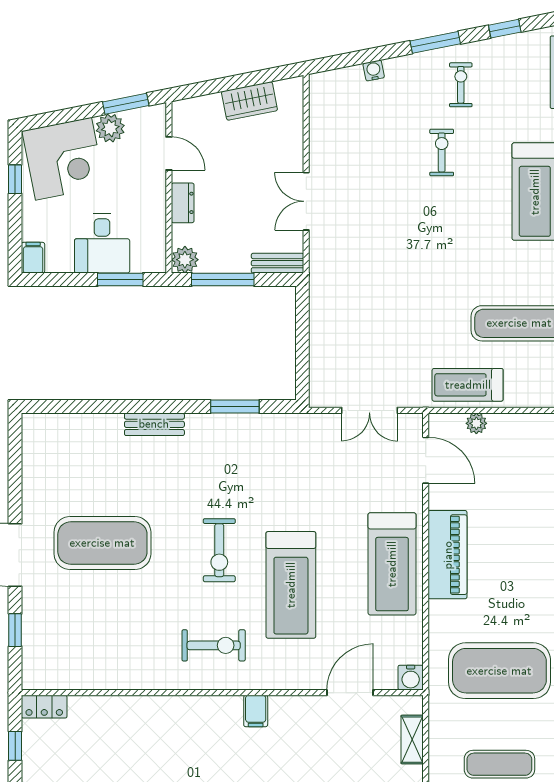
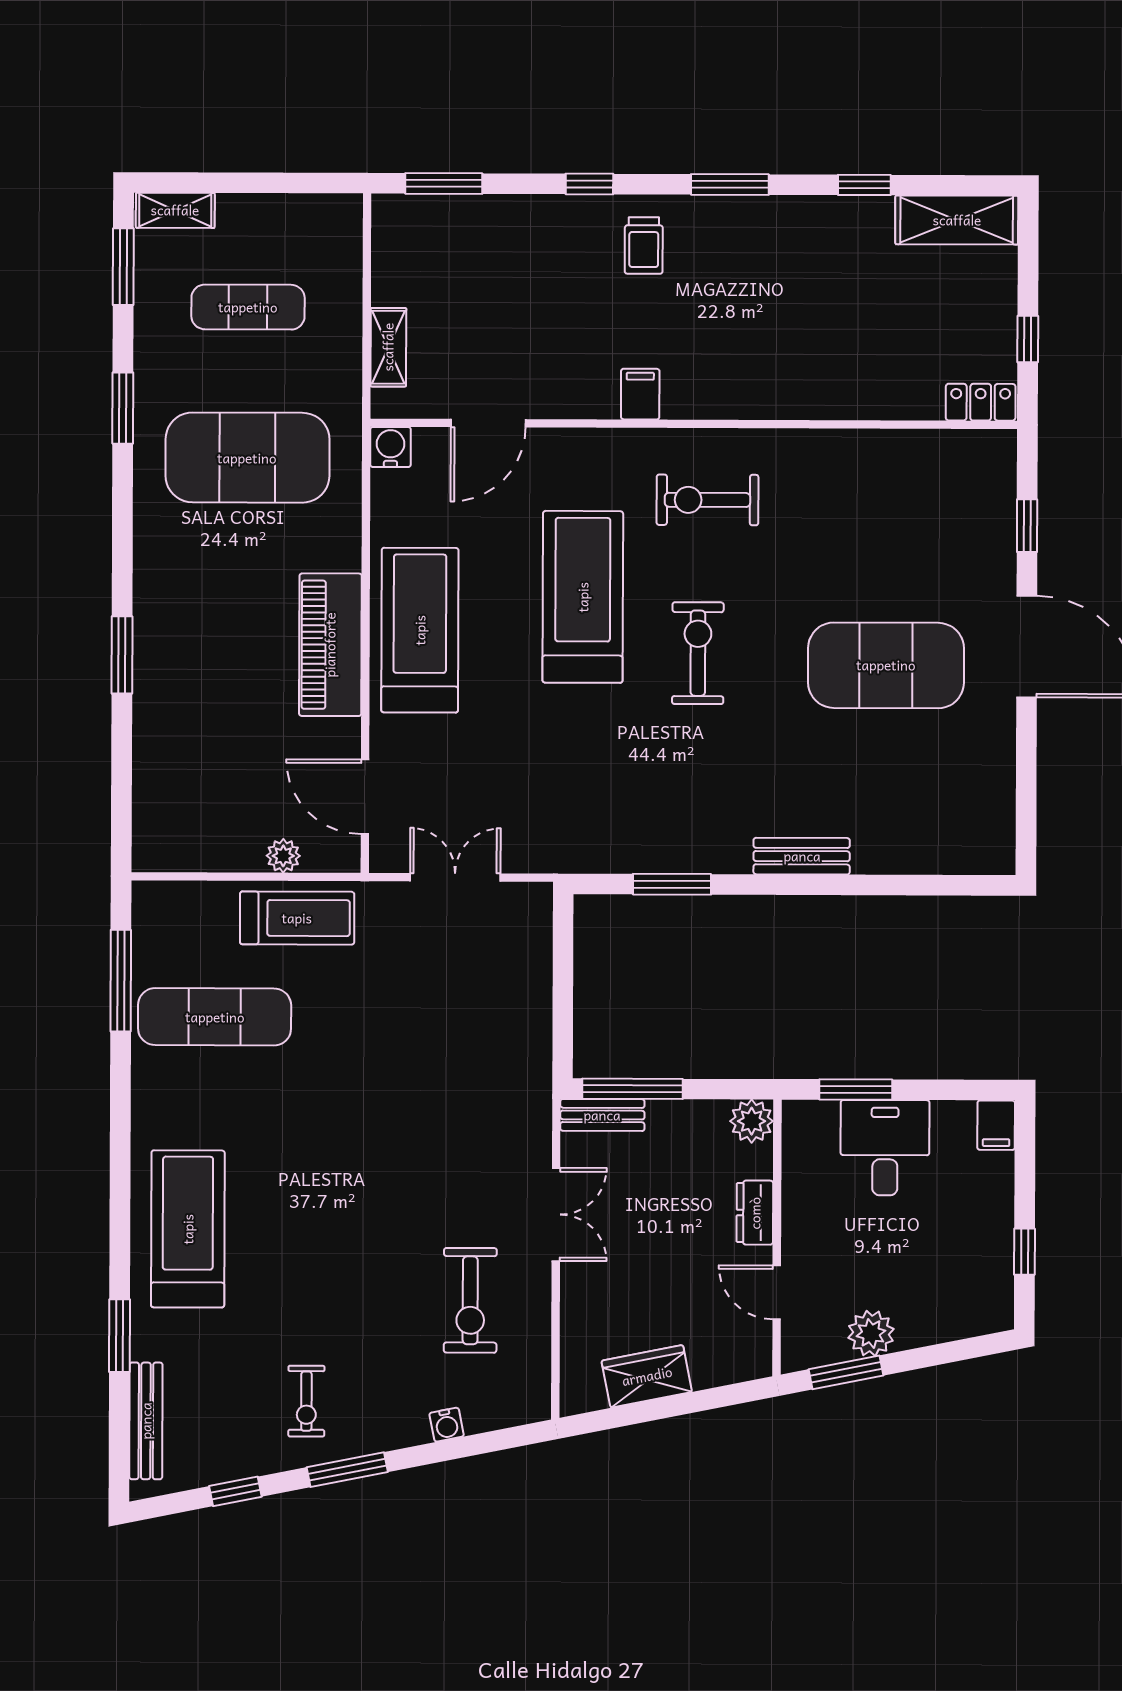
exercise bike: (442, 152) -> (470, 1300), moved, width x1.38, depth x1.39
corner desk: (64, 159) -> (946, 1284), removed
window: (223, 279) -> (632, 1089), moved

